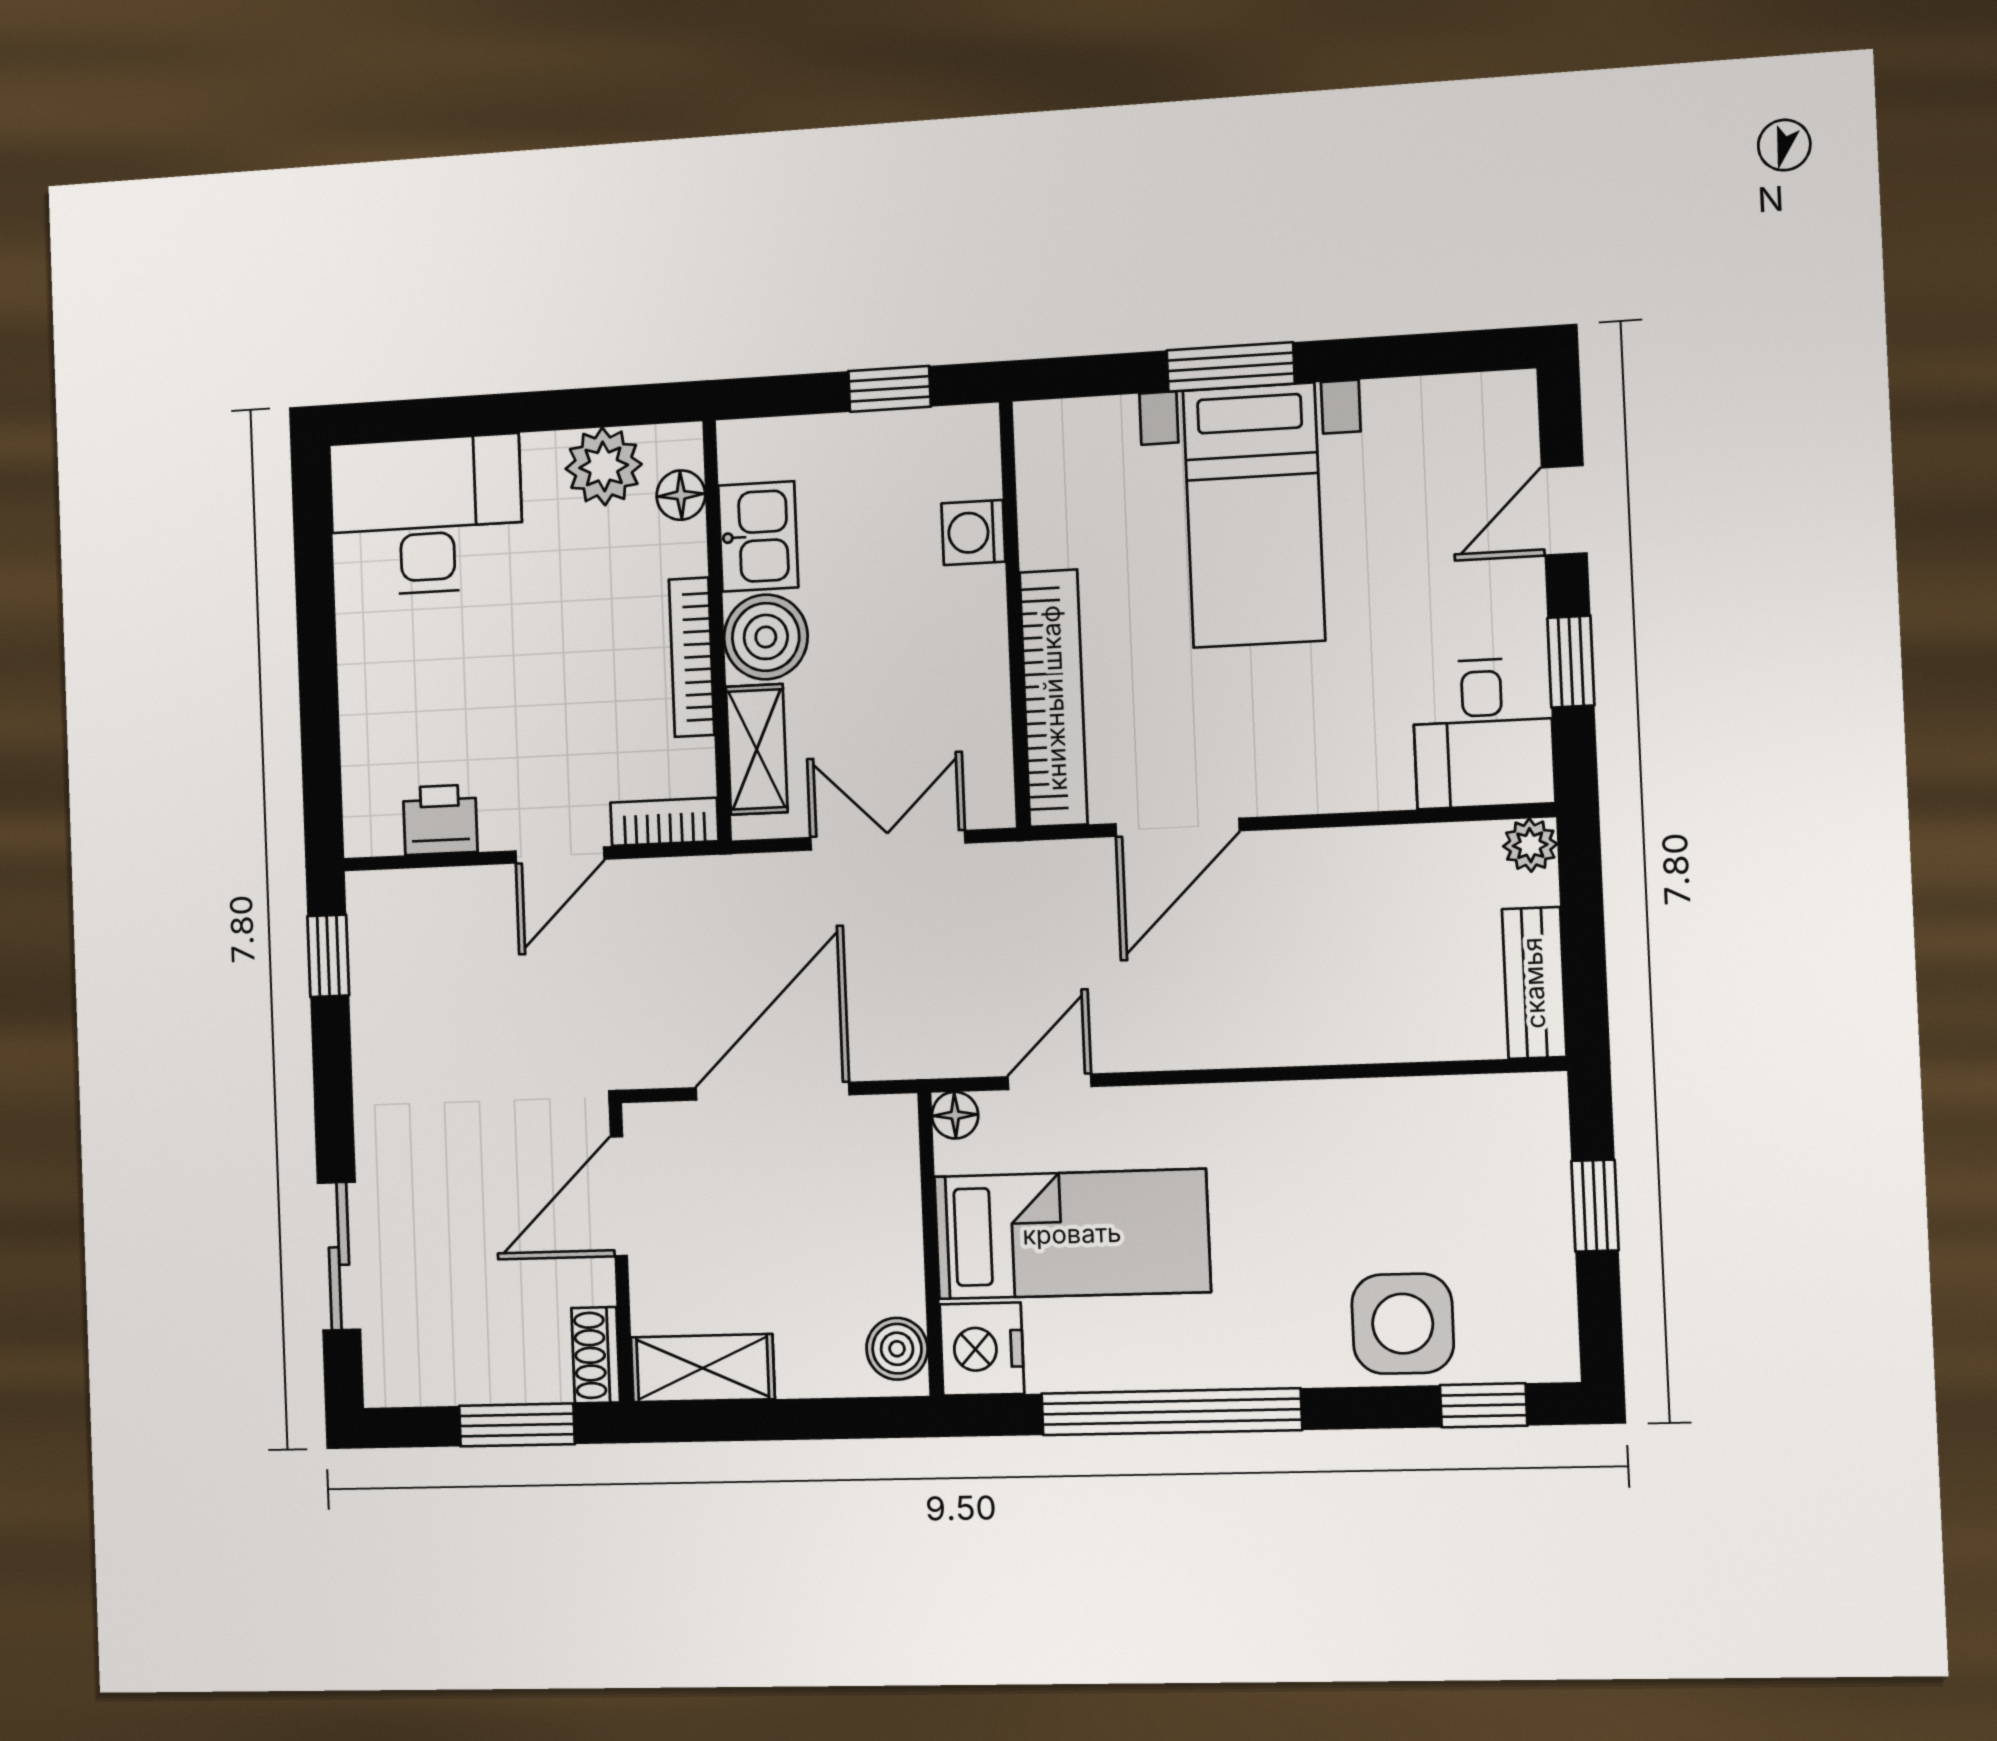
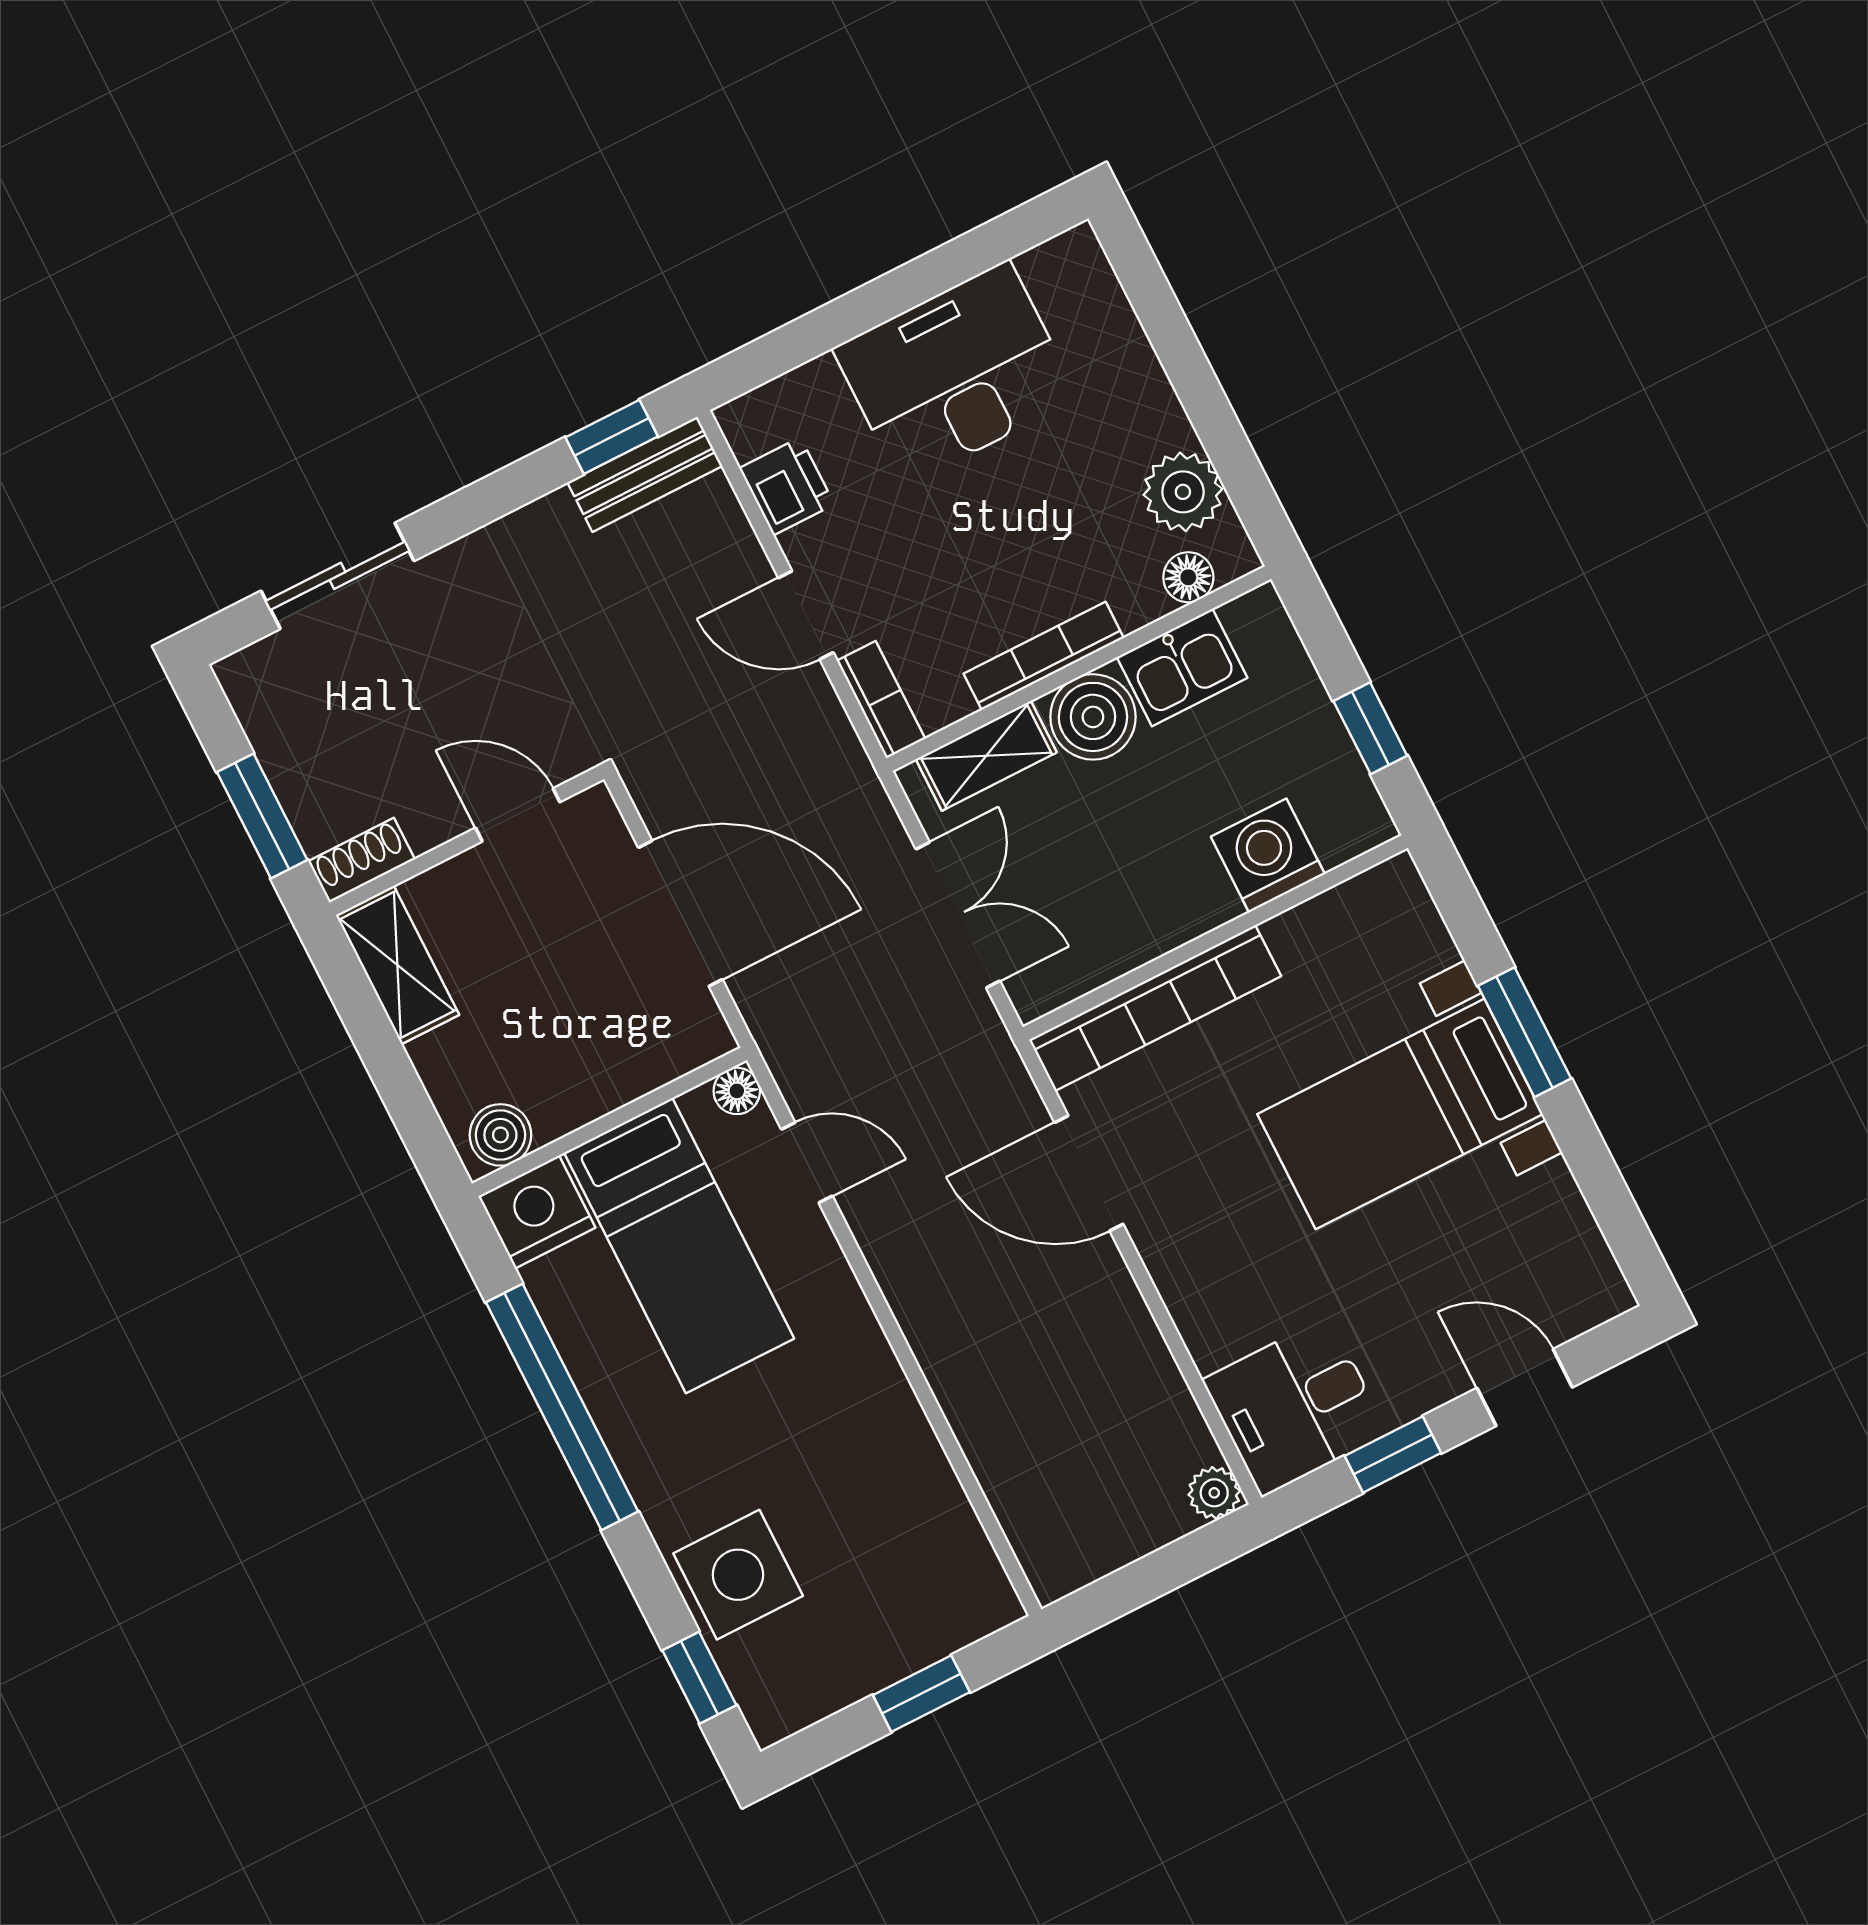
desk: (426, 515) -> (956, 373), moved, turned -90
washing machine: (973, 532) -> (1268, 855), width x1.38, depth x1.38
bench: (1534, 983) -> (645, 474), moved
door: (619, 1196) -> (518, 815), width x0.73

